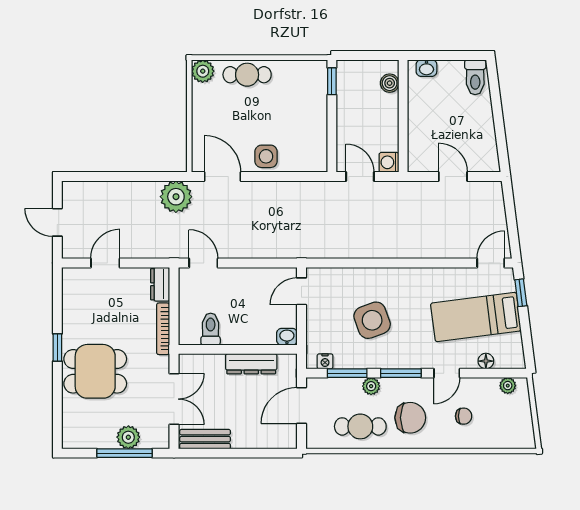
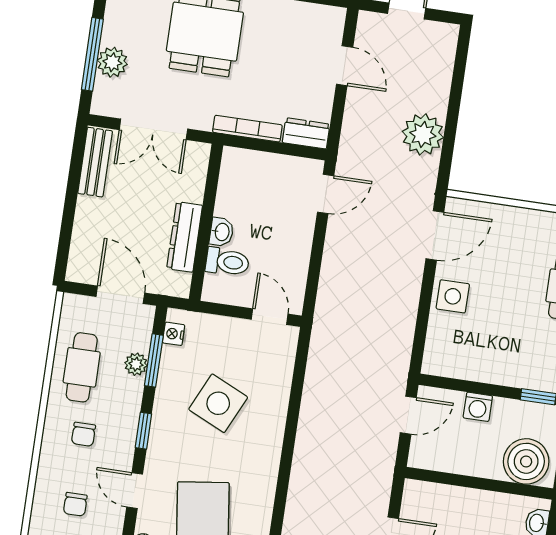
boiler: (390, 83) -> (526, 461), width x1.86, depth x1.86
washing machine: (389, 162) -> (478, 407), moved, turned 180
plant: (176, 197) -> (423, 134), moved
side table: (372, 320) -> (218, 403), turned 45
toilet: (211, 329) -> (227, 262), moved
washbasin: (287, 337) -> (221, 232), moved
window: (401, 373) -> (143, 431), width x0.67
plant: (371, 386) -> (136, 364), moved
chair: (410, 418) -> (83, 434), width x0.54, depth x0.54

